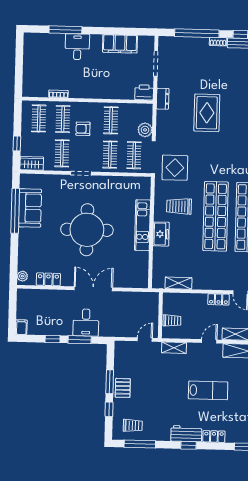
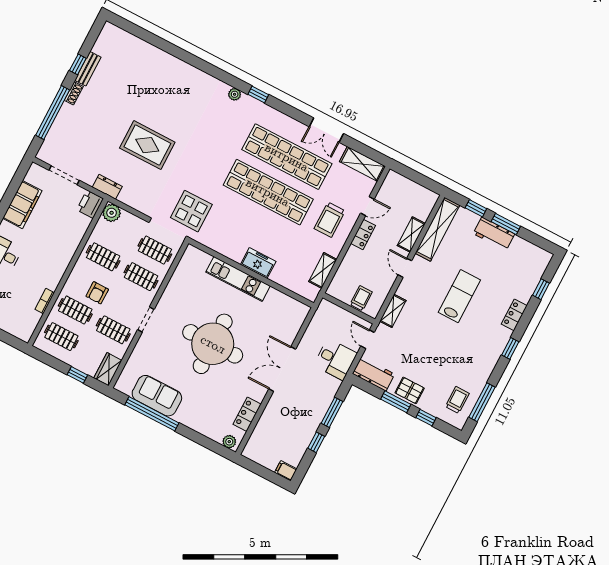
plant: (145, 130) -> (112, 213), moved
trolley: (179, 206) -> (330, 220), moved
desk: (86, 323) -> (335, 359), moved
workbench: (186, 434) -> (374, 374), moved, turned 90

